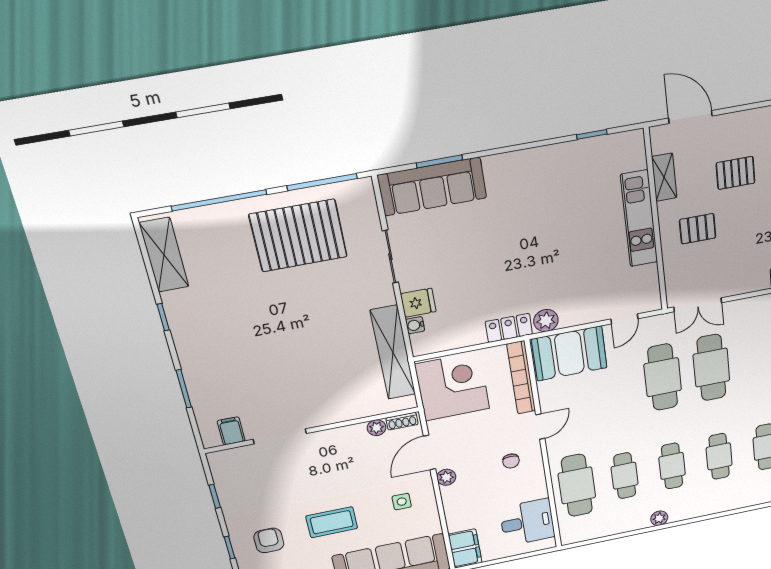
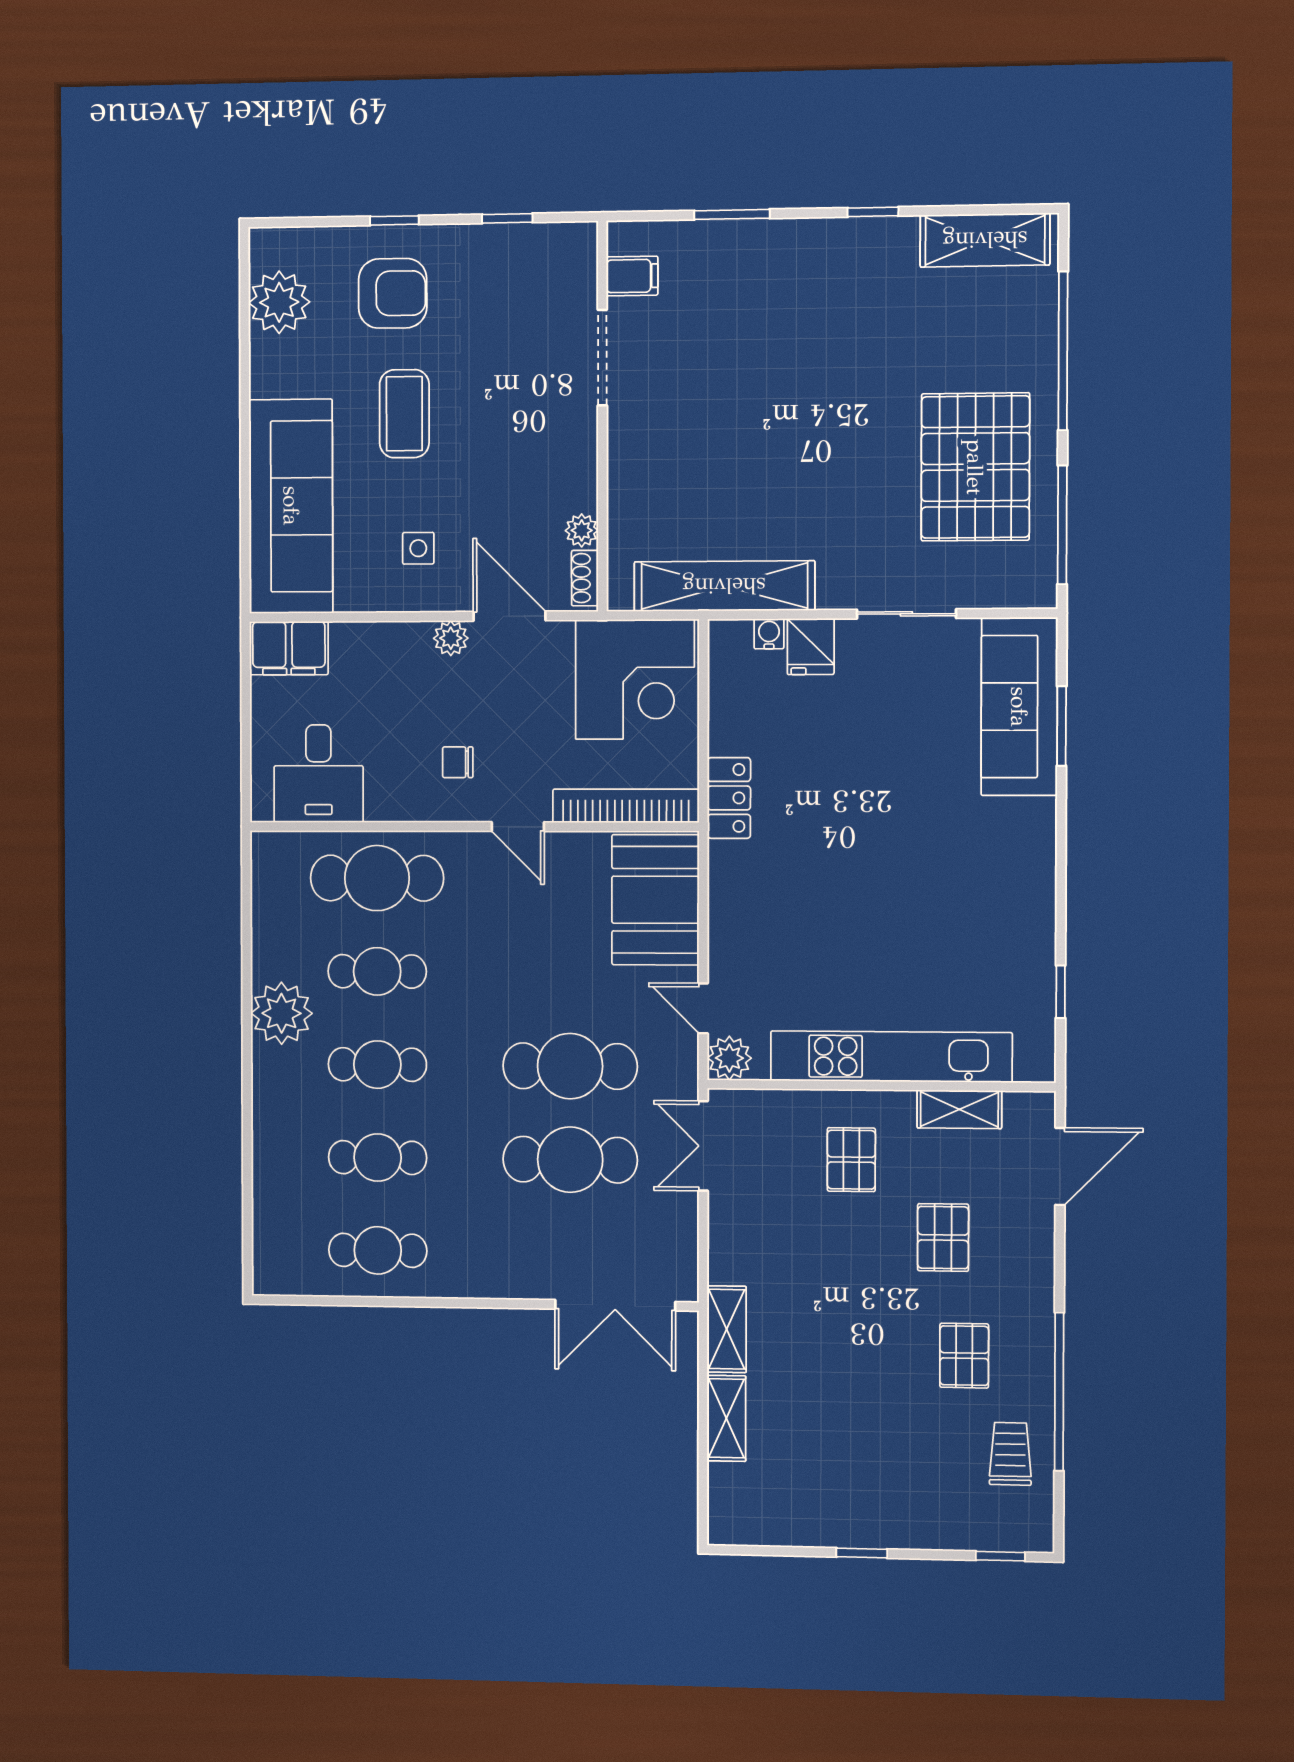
kitchen unit: (639, 219) -> (891, 1057), width x1.36
plant: (546, 321) -> (729, 1058), moved
plant: (659, 518) -> (282, 1013), width x1.88, depth x1.88
armchair: (269, 540) -> (393, 293), width x1.38, depth x1.38

